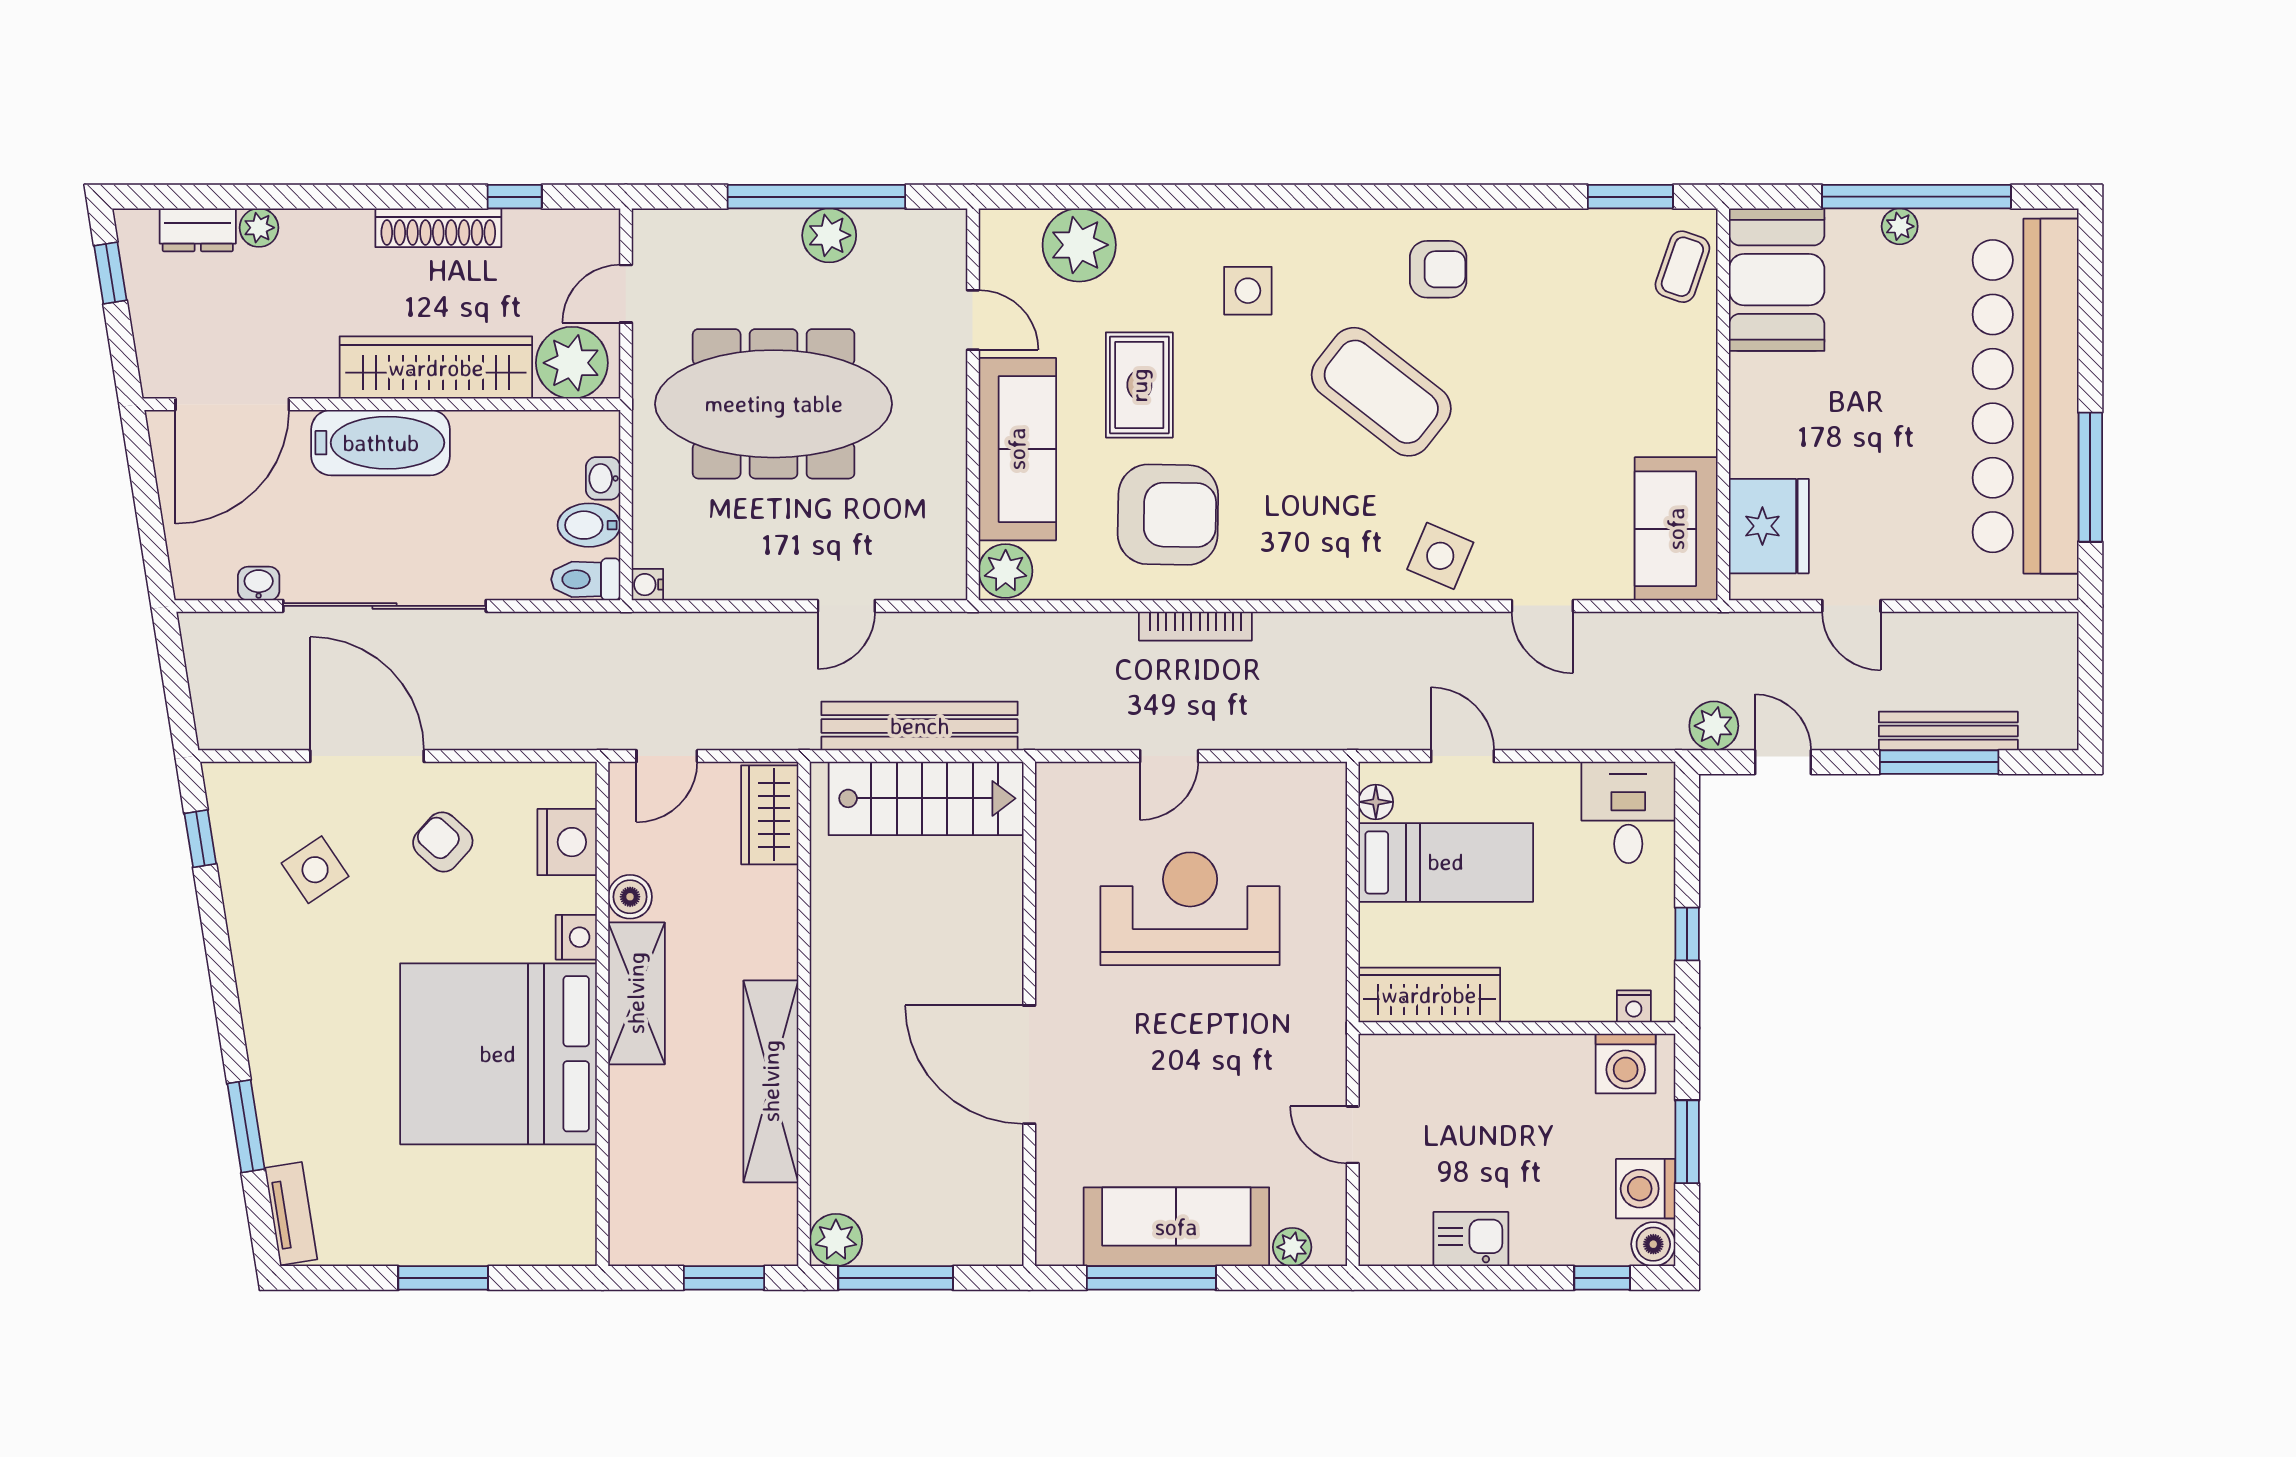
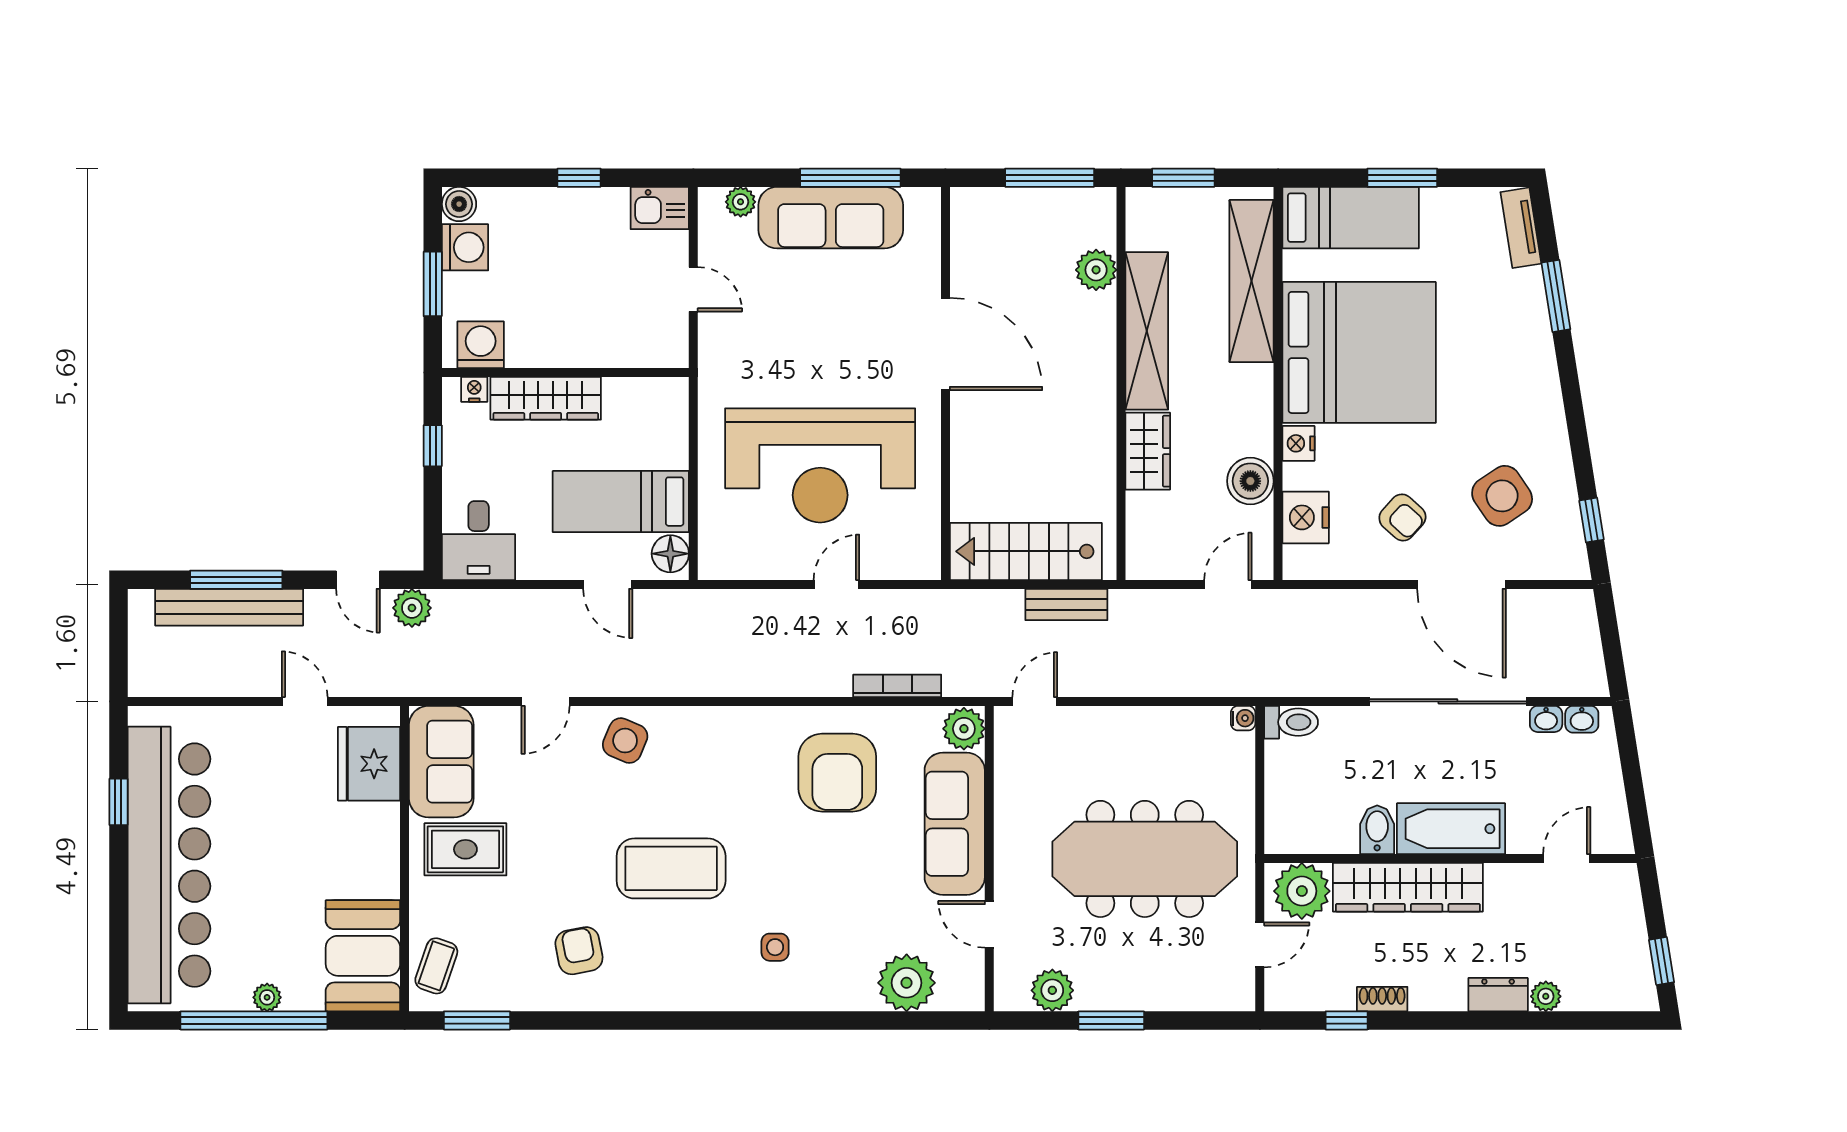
window: (816, 197) -> (1111, 1020), width x0.47
shoe rack: (438, 228) -> (1382, 999), width x0.51, depth x0.81
dresser: (198, 230) -> (1498, 995), moved
plant: (829, 235) -> (1052, 990), moved
armchair: (1438, 269) -> (579, 951), moved, turned 79
side table: (1248, 291) -> (775, 947), width x0.73, depth x0.73
rug: (1139, 385) -> (465, 849), moved, turned 90
coffee table: (1381, 392) -> (671, 868), turned -38
door: (232, 404) -> (1567, 859), width x0.53
window: (2090, 477) -> (118, 802), width x0.46
washbasin: (603, 478) -> (1582, 719), moved, turned 90
armchair: (1168, 515) -> (837, 773), turned -91
bidet: (589, 525) -> (1377, 830), moved, turned -90
door: (846, 606) -> (1035, 701), moved
door: (1542, 606) -> (546, 701), swing flipped
bookcase: (1195, 626) -> (897, 686), moved
bench: (920, 726) -> (1066, 605), width x0.54, depth x0.82
bench: (1948, 731) -> (229, 607), width x1.37, depth x1.21
floor lamp: (1376, 802) -> (670, 554), width x1.37, depth x1.37
wardrobe: (770, 815) -> (1148, 451), moved
side table: (315, 870) -> (1502, 496), width x1.37, depth x1.37
boiler: (630, 897) -> (1250, 481), width x1.36, depth x1.36
reception desk: (1190, 909) -> (820, 465), width x1.36, depth x1.30
shelving: (636, 993) -> (1252, 281), moved, width x1.47
wardrobe: (1429, 995) -> (546, 398), moved
bed: (509, 1227) -> (1351, 218), added
kitchen sink: (1471, 1239) -> (660, 208), moved
plant: (836, 1240) -> (1096, 270), moved
window: (1602, 1278) -> (579, 178), moved

